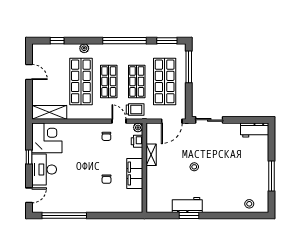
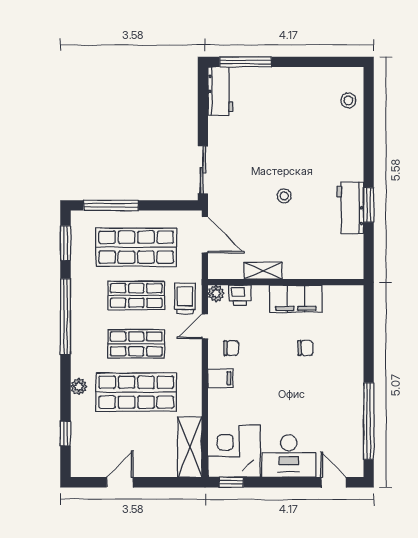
filing cabinet: (89, 130) -> (220, 378), added
window: (29, 157) -> (231, 482), moved
window: (272, 176) -> (245, 62), moved

